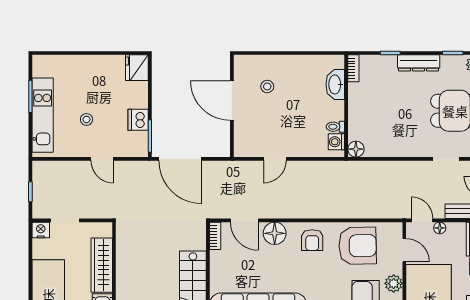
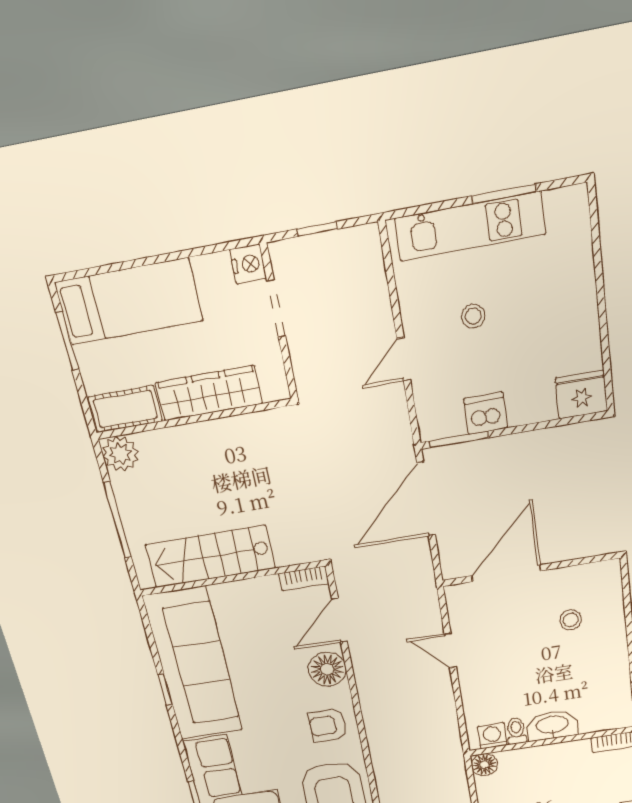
washbasin: (335, 84) -> (552, 725), moved
door: (232, 101) -> (506, 573), moved

